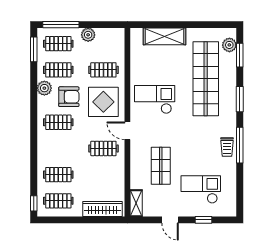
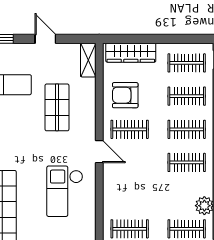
armchair: (69, 97) -> (125, 95), moved
checkout: (155, 100) -> (65, 191), turned 90
display table: (103, 102) -> (130, 188), removed
clothes rail: (58, 148) -> (187, 129), added

